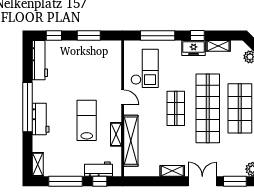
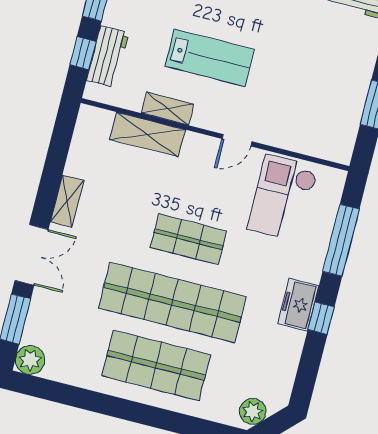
shelving: (218, 46) -> (290, 354), removed
checkout: (145, 68) -> (283, 198), turned 90
shelving: (131, 141) -> (147, 134), width x0.68

